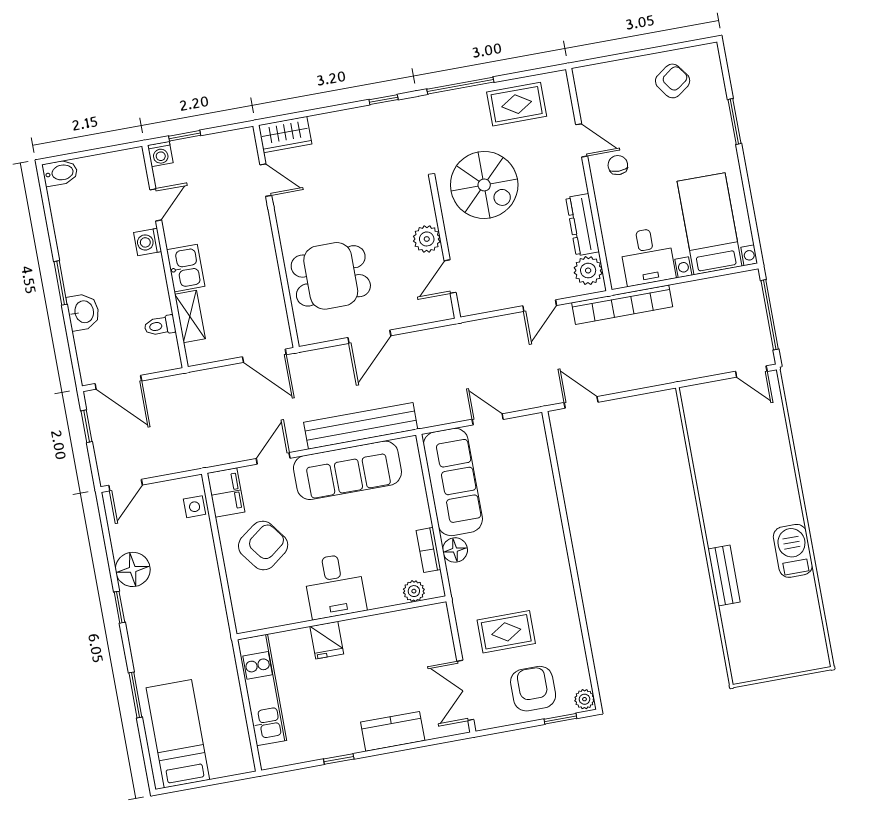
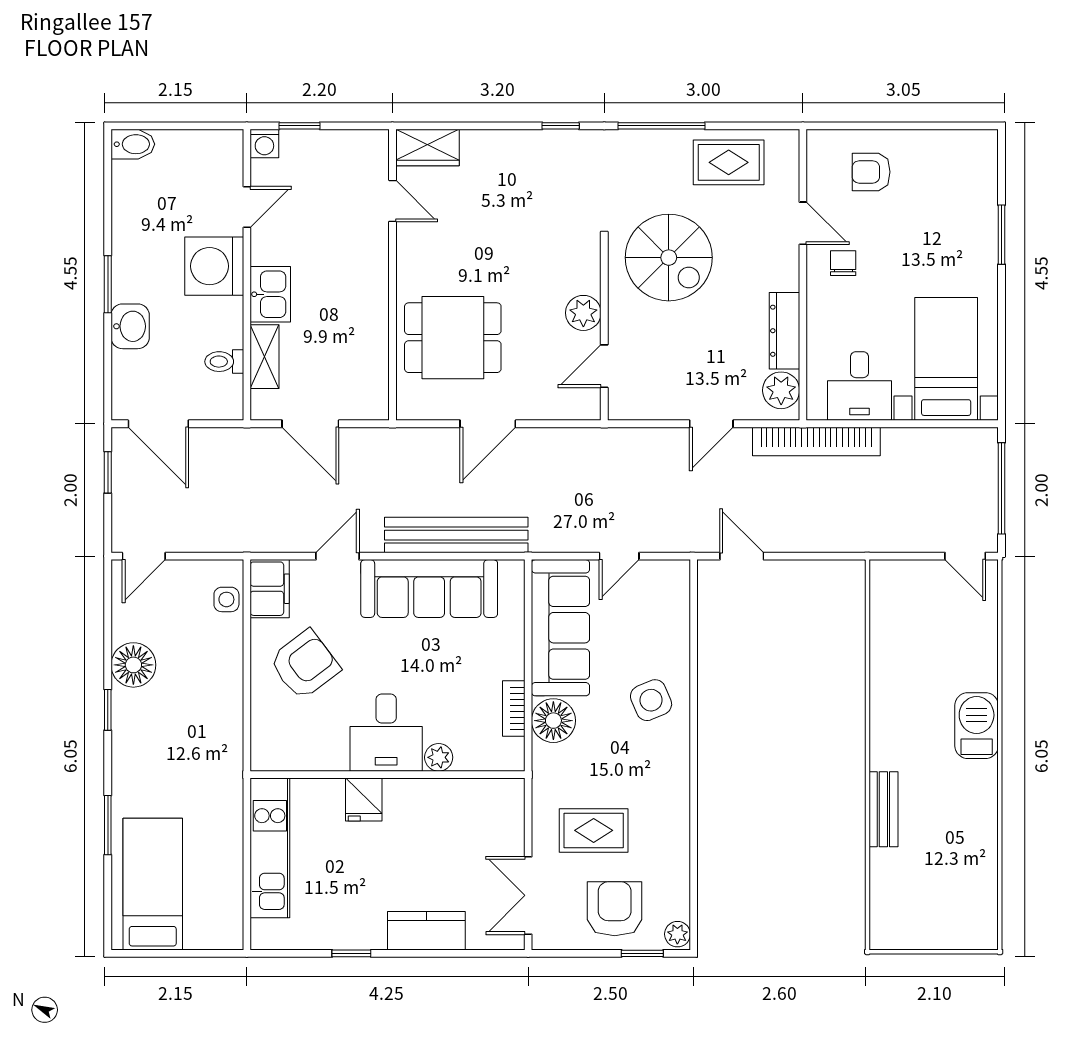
armchair: (673, 81) -> (871, 172), moved, turned -144
washing machine: (148, 242) -> (214, 266), width x1.89, depth x1.89
door: (264, 356) -> (310, 424), moved
door: (488, 419) -> (619, 556), swing flipped
side table: (532, 525) -> (651, 700), added
floor lamp: (455, 550) -> (553, 721), width x1.38, depth x1.38
barbecue: (793, 551) -> (977, 726), moved
plant: (414, 591) -> (439, 757), moved

